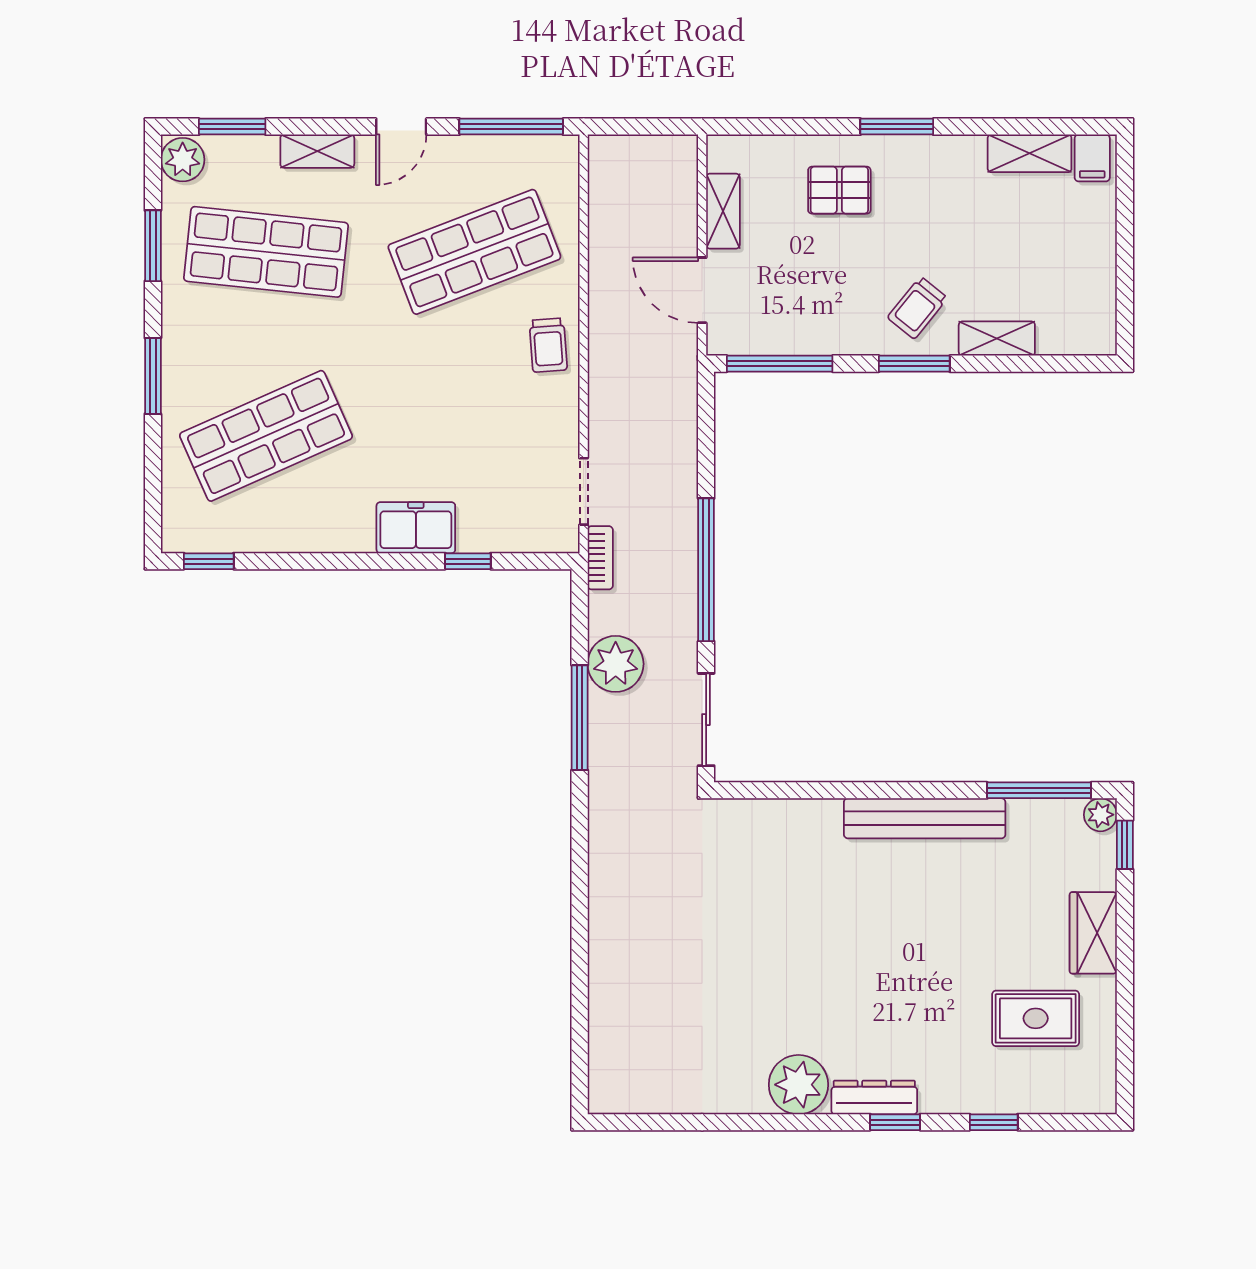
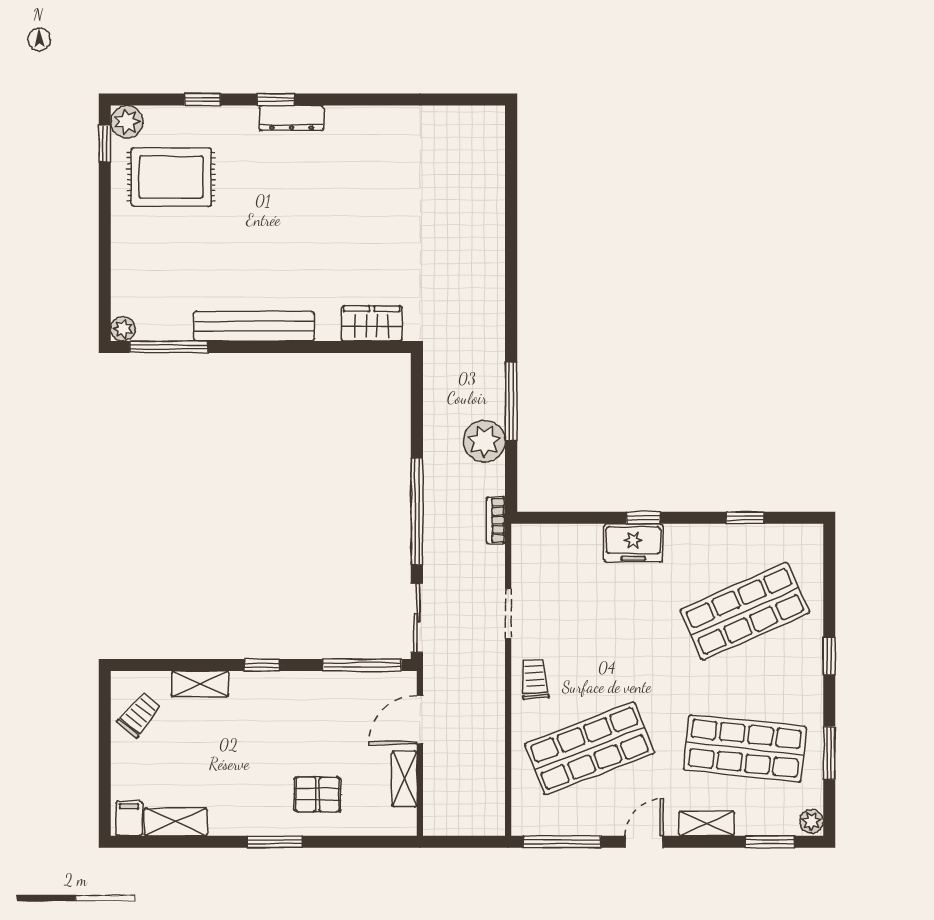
plant: (183, 160) -> (812, 822), width x0.73, depth x0.73
door: (702, 290) -> (420, 720), swing flipped
trolley: (917, 308) -> (139, 715), moved
window: (914, 364) -> (262, 665), width x0.67
window: (153, 376) -> (829, 656), width x0.67
doorway: (584, 491) -> (508, 613), moved
window: (209, 561) -> (745, 518), moved
window: (468, 561) -> (643, 518), moved
sliding door: (706, 720) -> (417, 618), moved
window: (1125, 845) -> (105, 144), moved
wardrobe: (1093, 933) -> (372, 323), moved, turned -90
rug: (1036, 1018) -> (171, 177), width x1.36, depth x1.43
plant: (798, 1085) -> (127, 122), moved, width x0.73, depth x0.73

